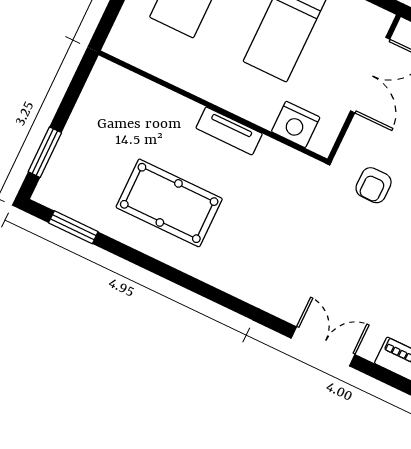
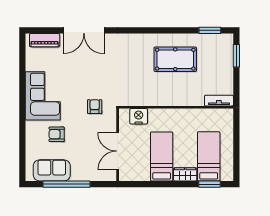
tv unit: (229, 131) -> (219, 101), moved
double door: (323, 346) -> (84, 30), width x1.37

